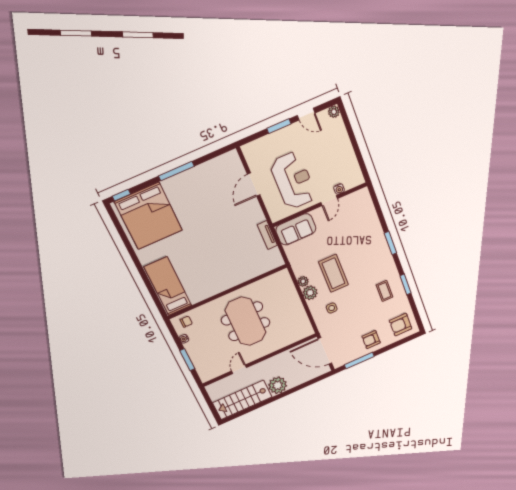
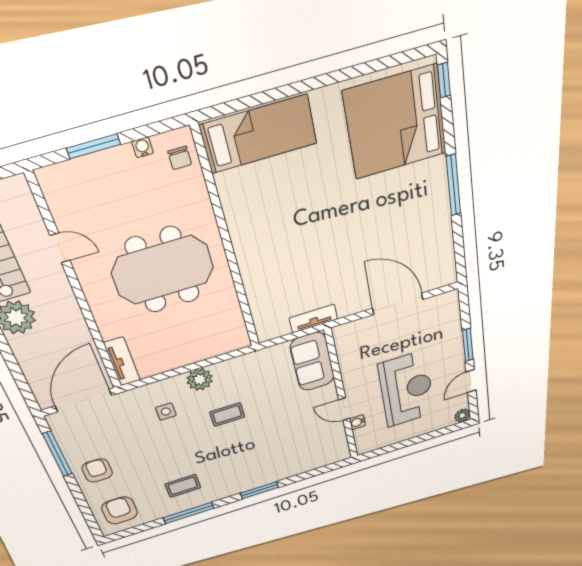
reception desk: (293, 180) -> (407, 389), moved, turned -90
door: (254, 185) -> (398, 304), width x1.36
coffee table: (333, 273) -> (227, 414), width x0.54, depth x0.58
plant: (303, 281) -> (222, 369), removed
window: (406, 285) -> (189, 513), width x1.44
tv unit: (300, 335) -> (122, 362), added

